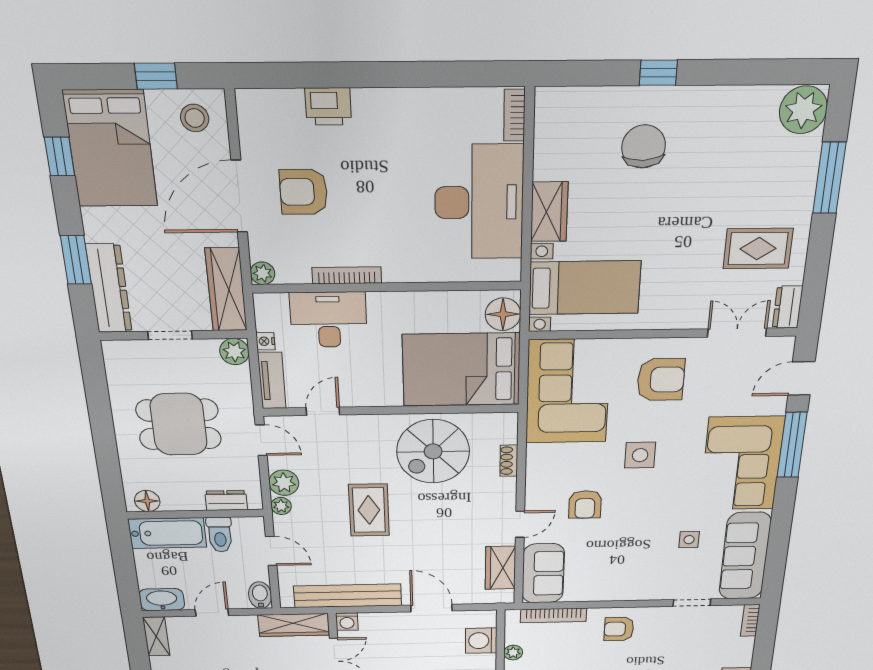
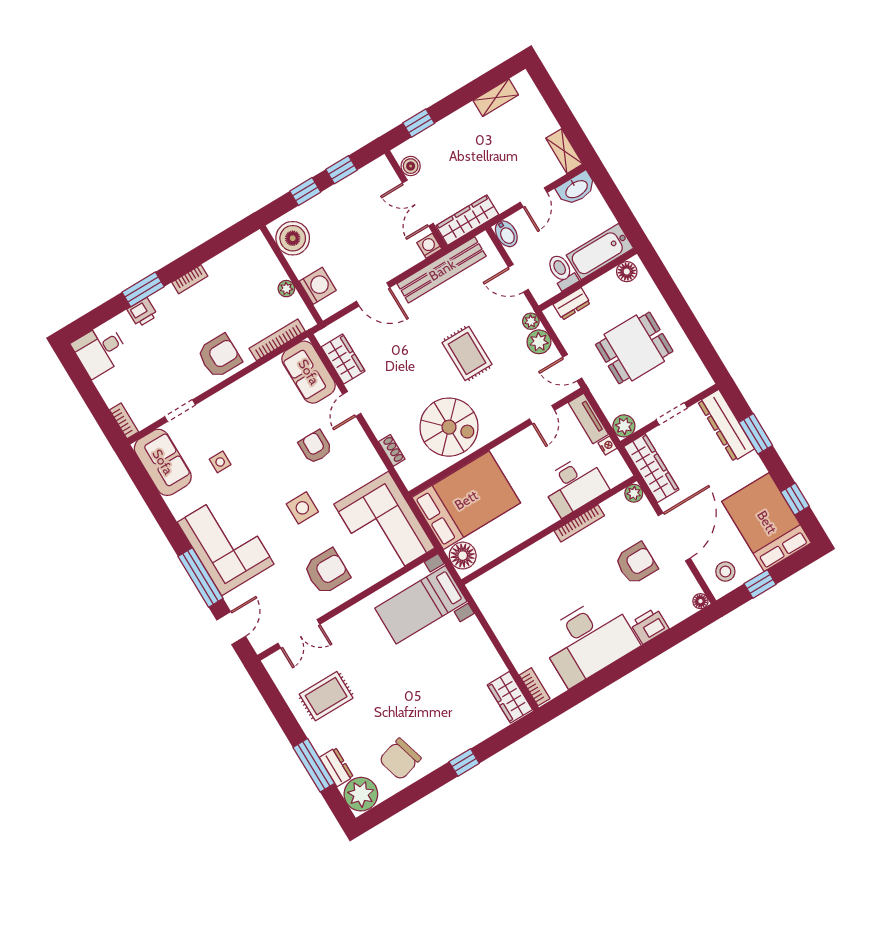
floor lamp: (246, 99) -> (700, 601), added
chair: (644, 146) -> (400, 759), moved, turned 77
desk: (479, 202) -> (588, 640), moved, turned -90
wardrobe: (549, 212) -> (510, 697), moved
dresser: (788, 307) -> (336, 767), moved
armchair: (661, 380) -> (327, 571), turned 180
spiral stairs: (433, 451) -> (449, 427), turned 90
sofa: (745, 556) -> (163, 462), width x0.73
armchair: (619, 629) -> (219, 356), width x1.38, depth x1.38

